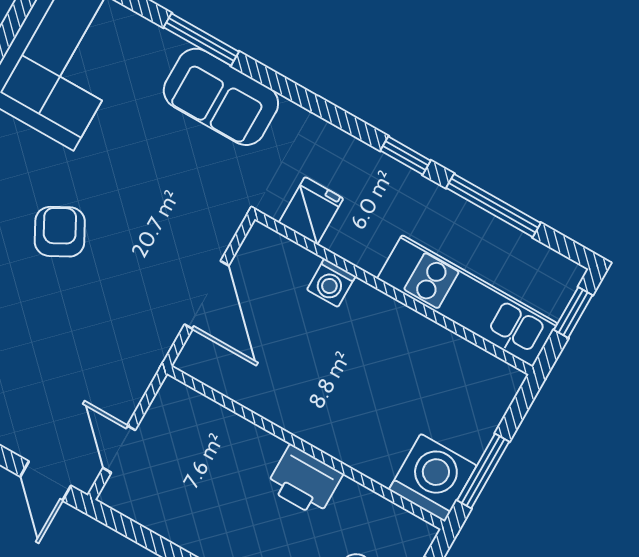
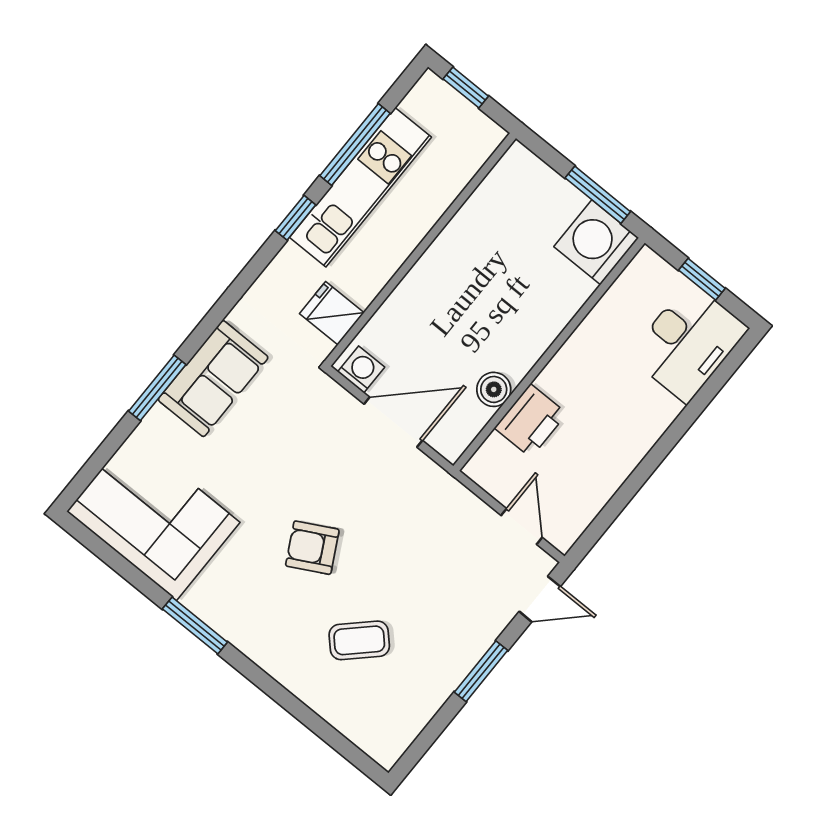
washing machine: (331, 283) -> (361, 369), moved, turned -90
kitchen unit: (467, 301) -> (360, 187), moved, turned 180
boiler: (259, 395) -> (494, 389), added
door: (119, 449) -> (522, 526), swing flipped
printer: (304, 481) -> (531, 421), moved

